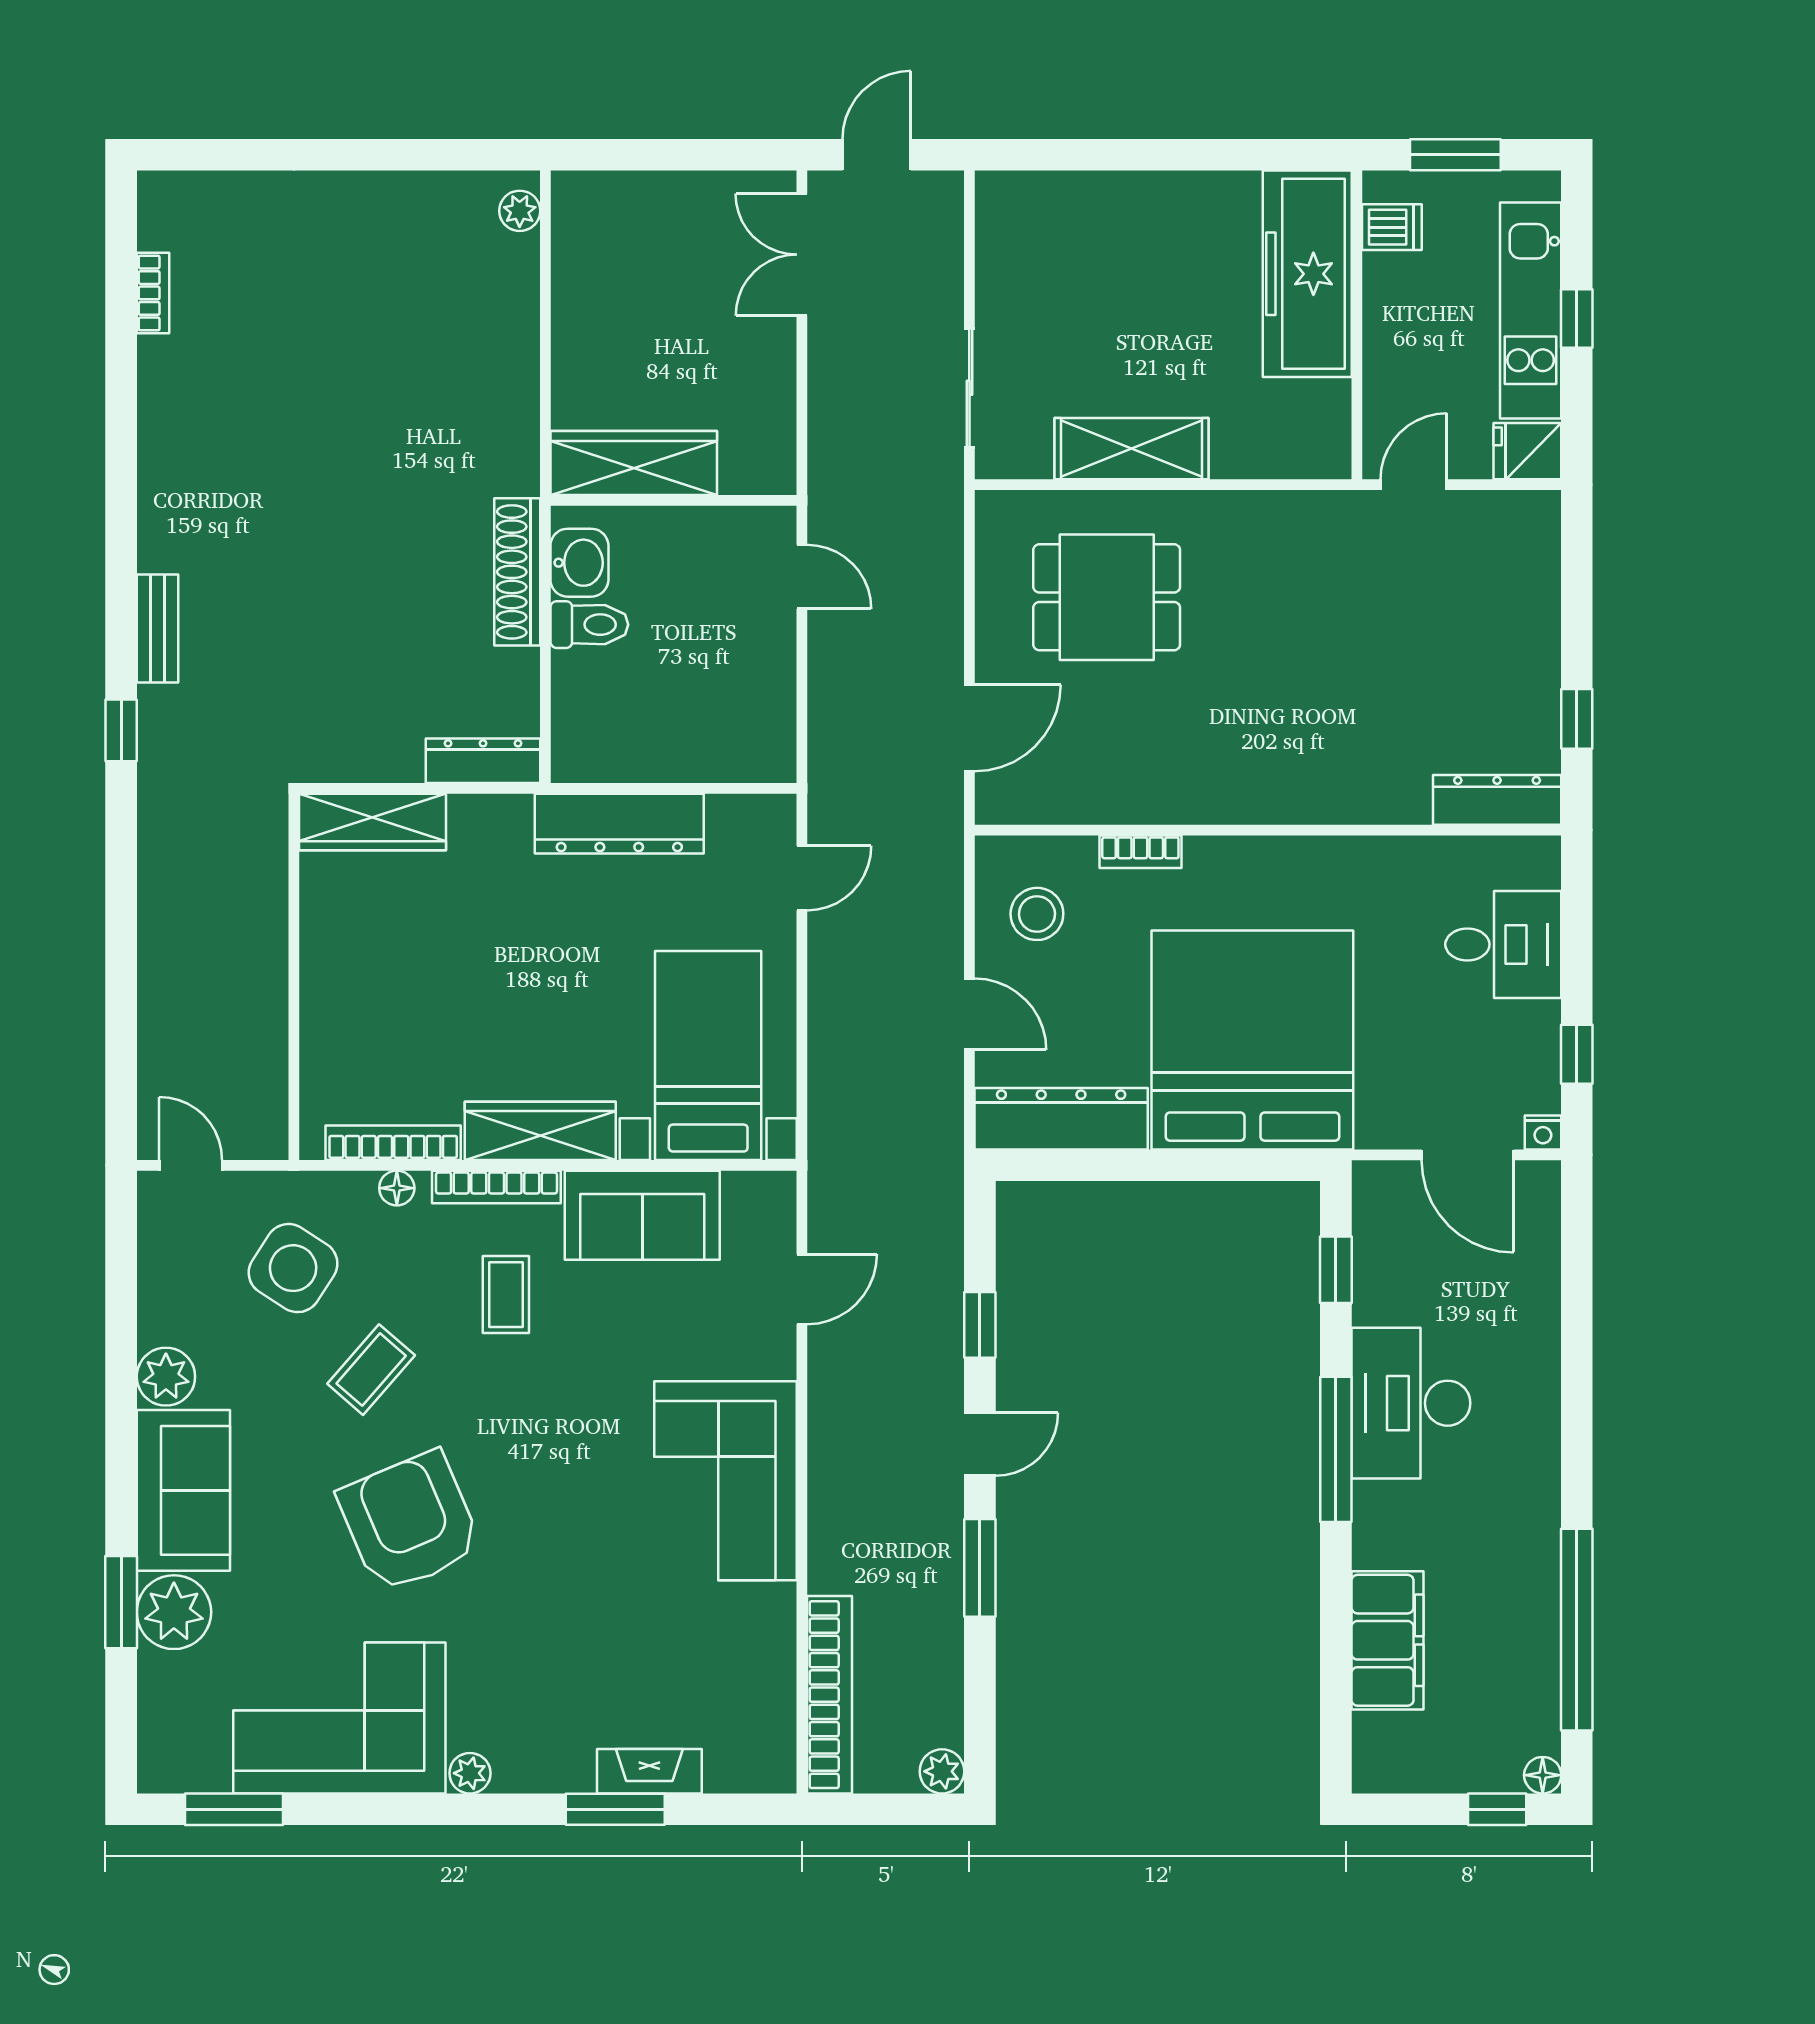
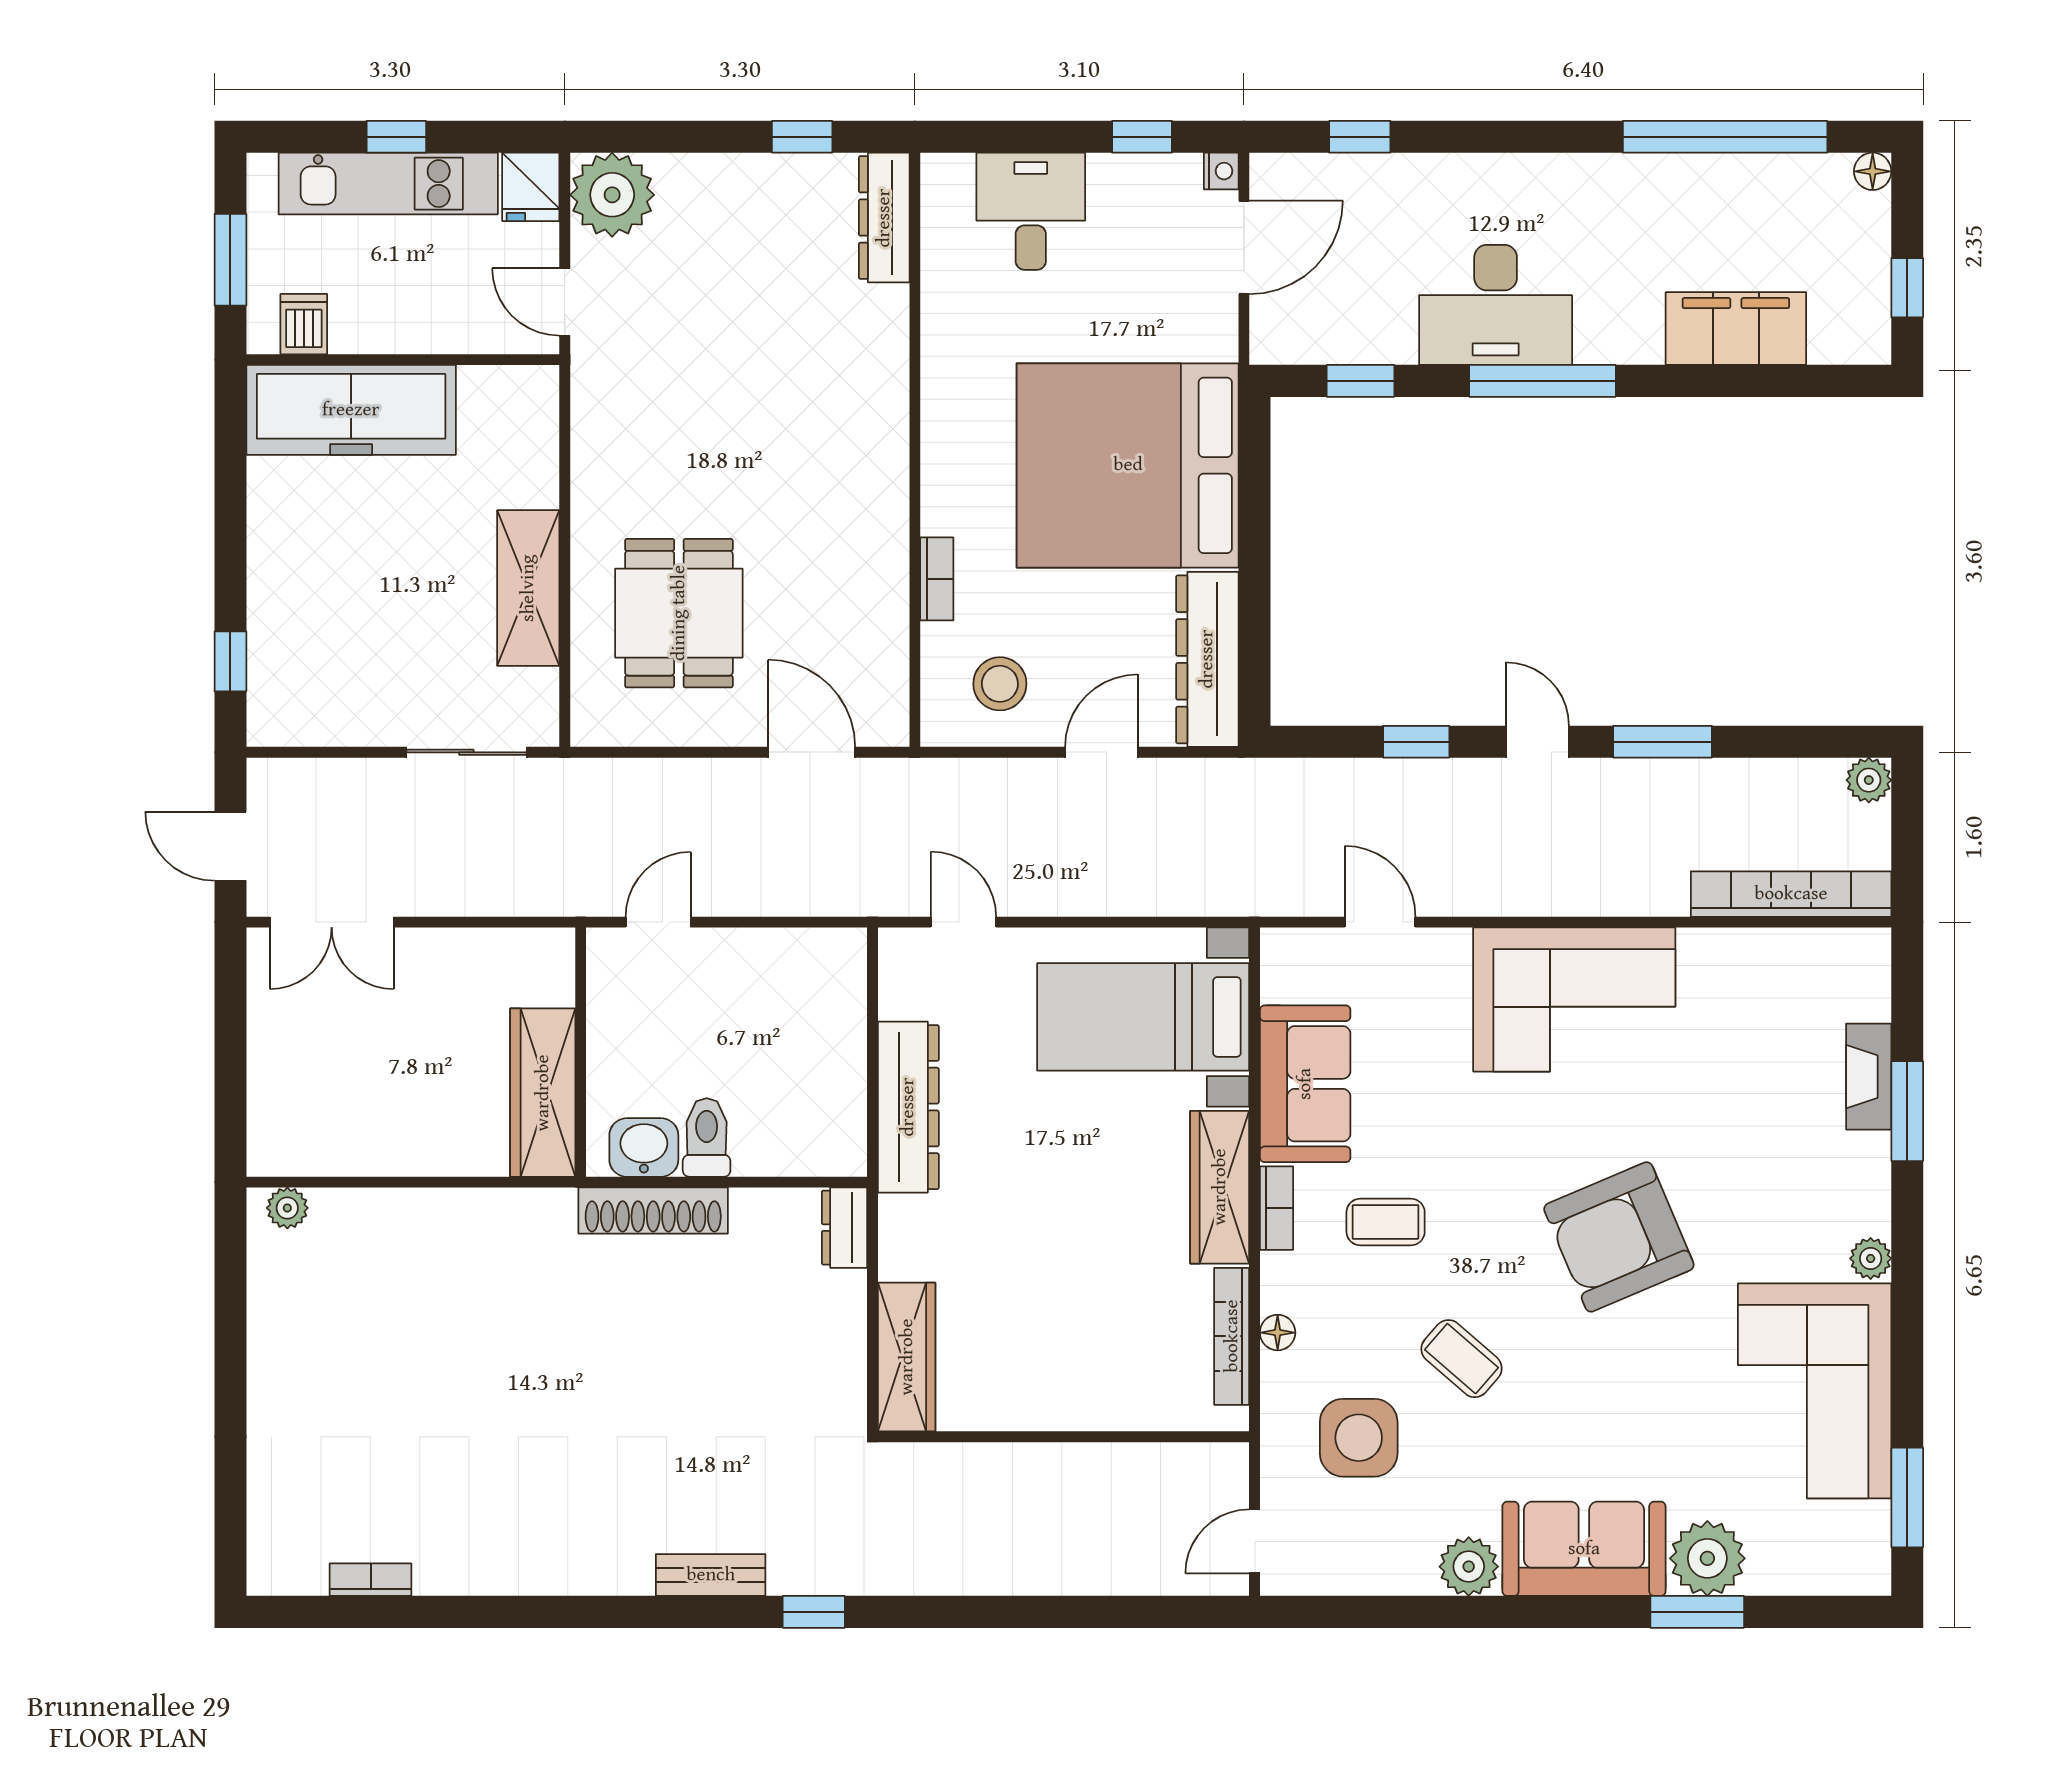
window: (1059, 155) -> (230, 661), added
plant: (1520, 531) -> (612, 195), added
dresser: (483, 761) -> (845, 1228), width x0.70
bookcase: (496, 1187) -> (1276, 1208), width x0.64
side table: (293, 1268) -> (1359, 1438), turned -33
window: (1577, 1269) -> (1360, 137), added
armchair: (410, 1522) -> (1619, 1237), moved
window: (1497, 1809) -> (1907, 288), moved

